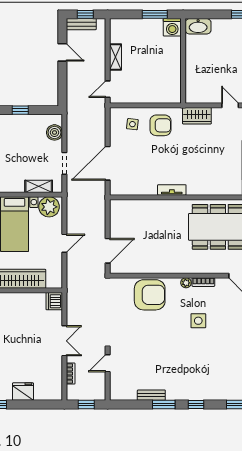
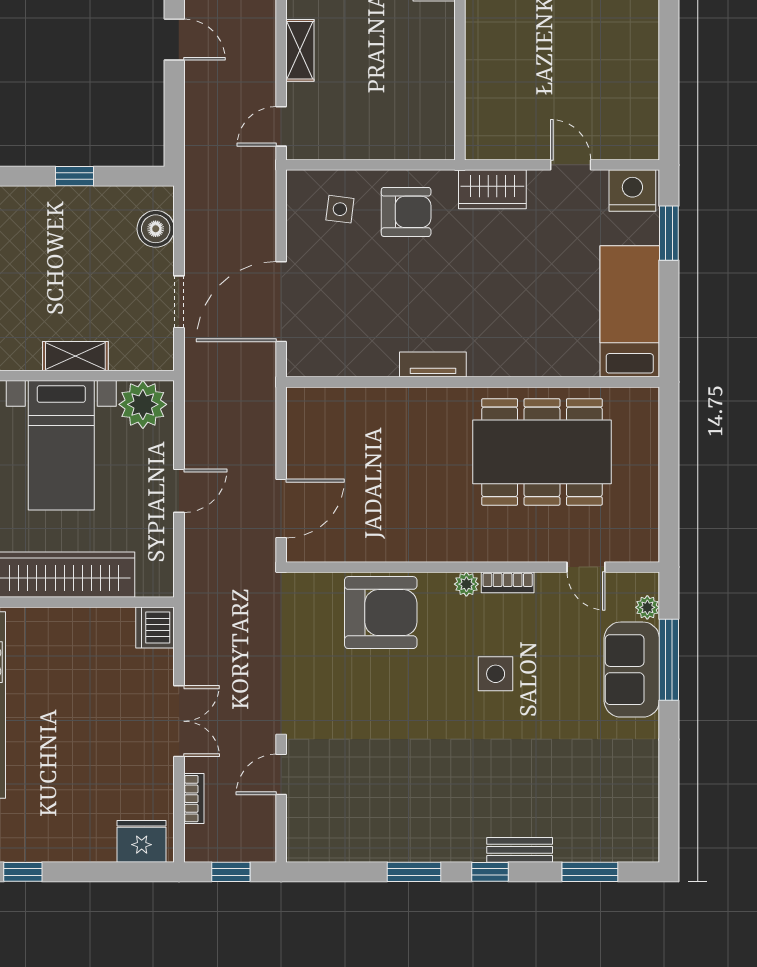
shelving: (39, 186) -> (75, 356), moved
fridge: (23, 392) -> (142, 841), moved
bench: (151, 395) -> (520, 850), moved

